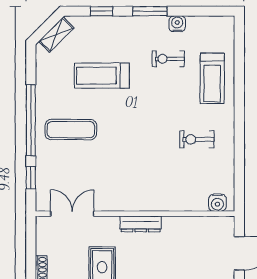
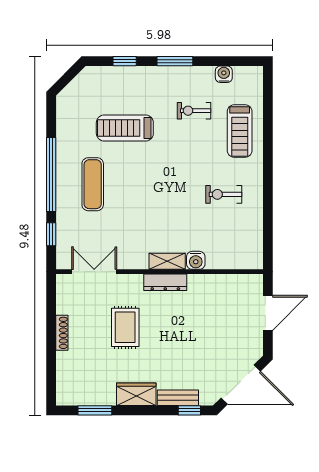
water cooler: (177, 24) -> (224, 74), moved
shelving: (56, 35) -> (167, 261), moved, turned 45
exercise mat: (71, 130) -> (93, 184), turned 90
water cooler: (217, 203) -> (196, 260), moved

